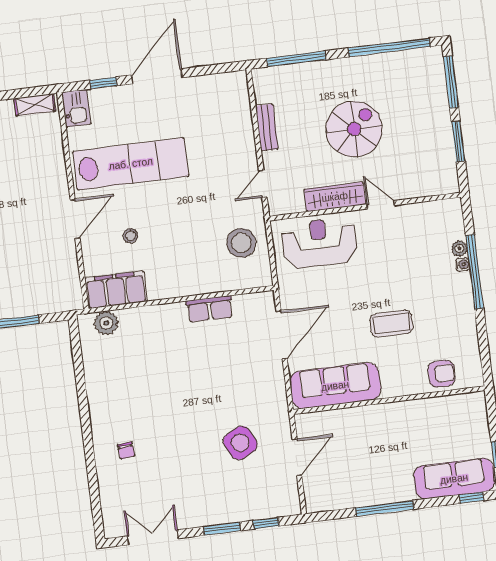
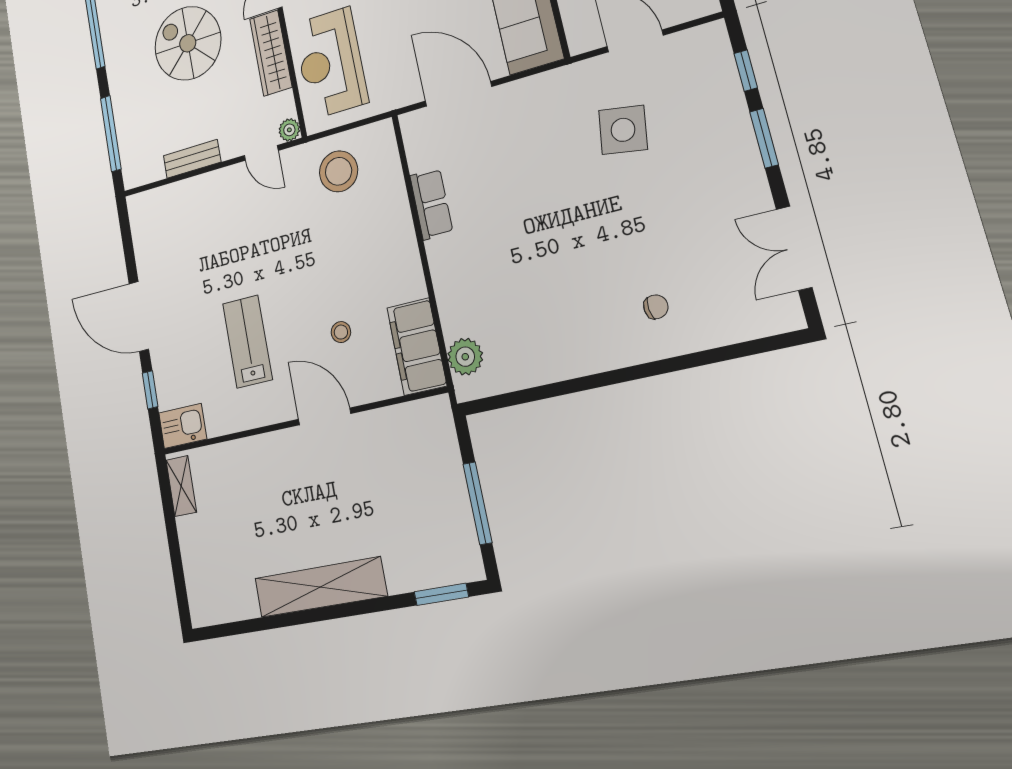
lab bench: (131, 164) -> (248, 341), width x0.54, depth x0.72
plant: (276, 207) -> (289, 130), added
side table: (240, 443) -> (623, 130), turned 36

